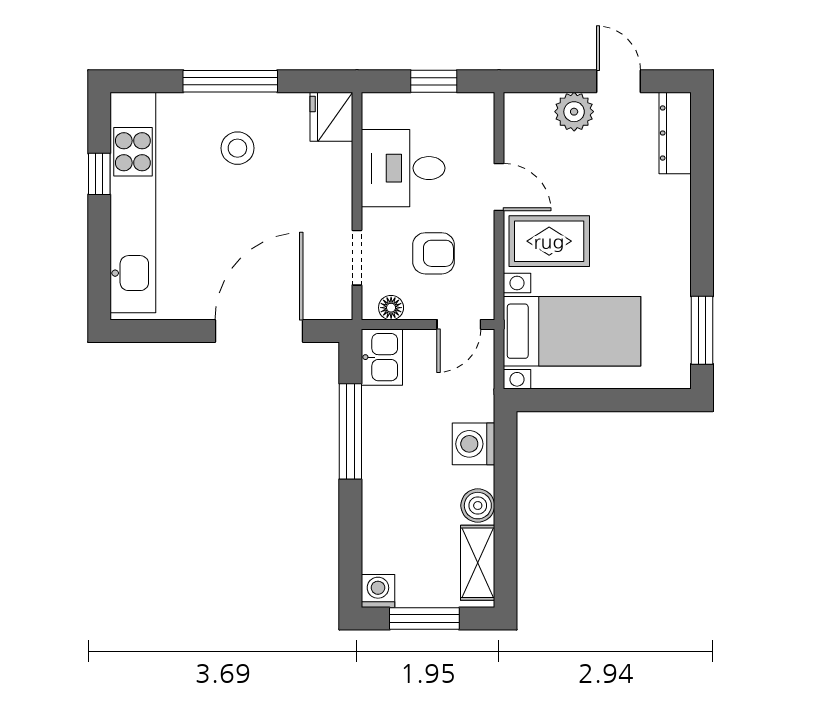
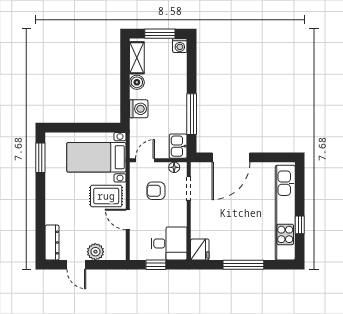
stool: (237, 148) -> (240, 236), removed
desk: (403, 168) -> (169, 243), moved

